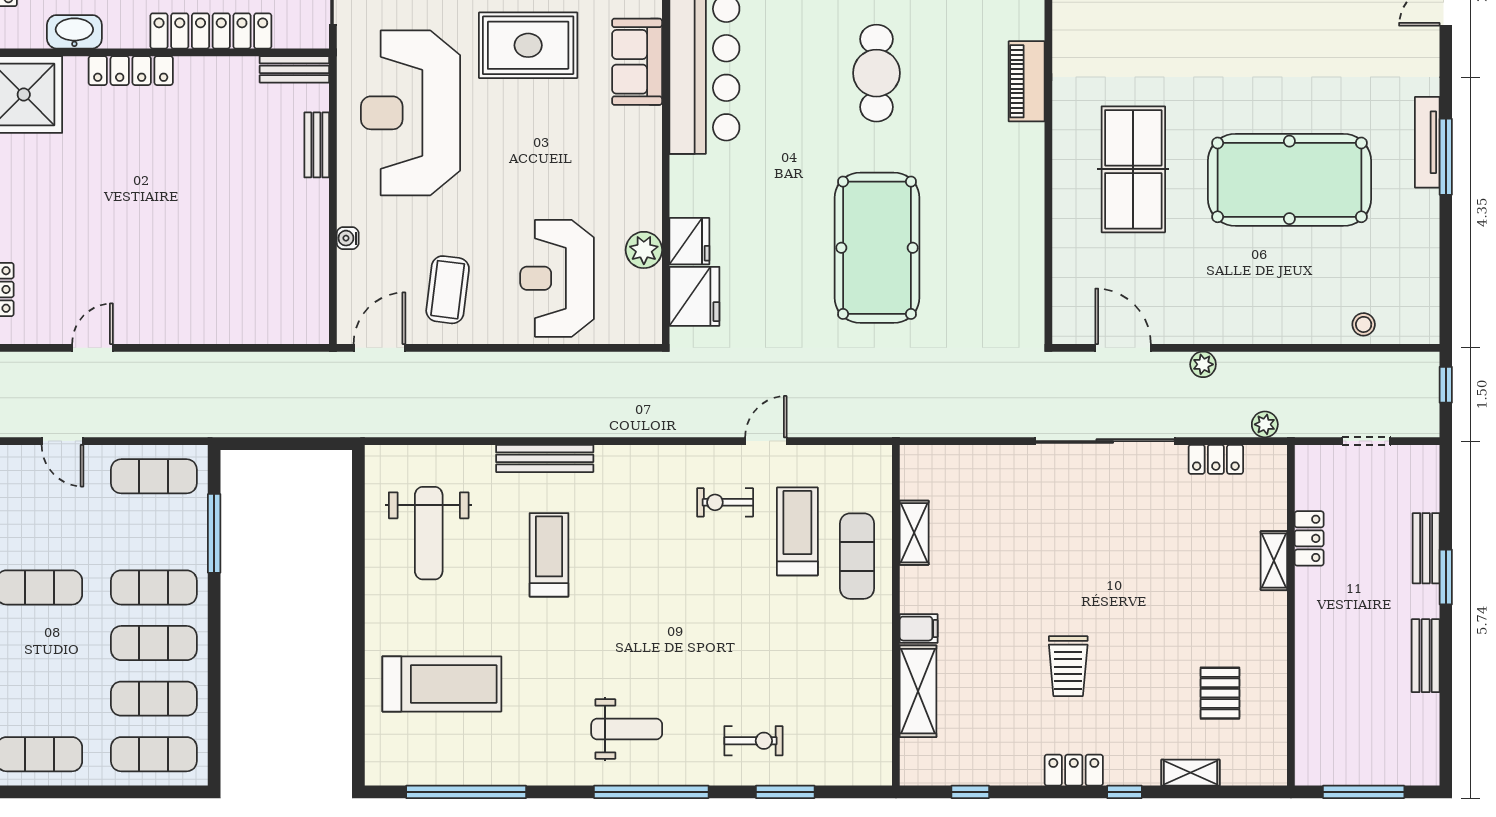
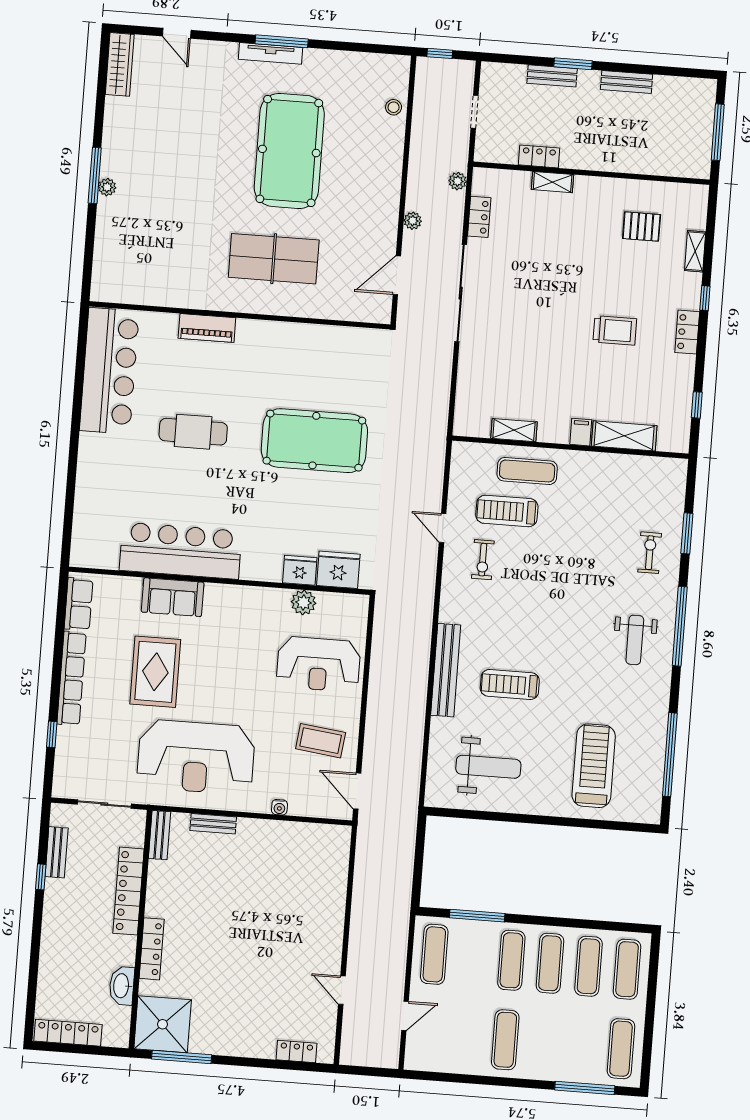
bench: (545, 458) -> (446, 670), width x1.37, depth x1.21
weight bench: (627, 729) -> (635, 640), turned 180

